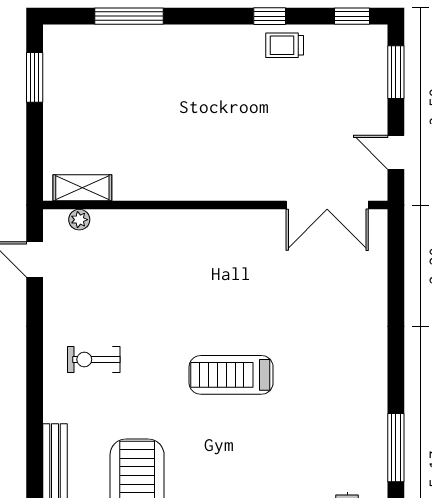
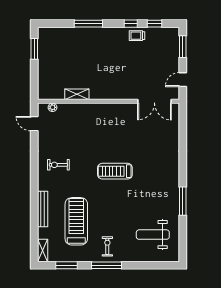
window: (129, 16) -> (88, 24), moved
window: (352, 16) -> (155, 24), moved
door: (396, 152) -> (183, 80), hinge flipped
shelving: (82, 188) -> (77, 94), moved

